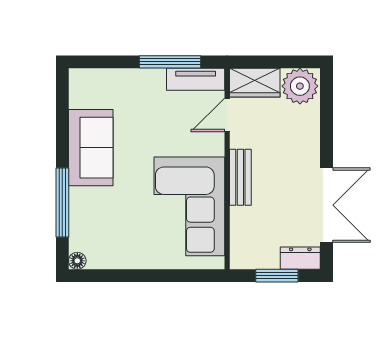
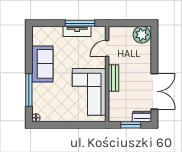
tv unit: (196, 79) -> (77, 31), moved
wardrobe: (255, 83) -> (120, 33), removed

